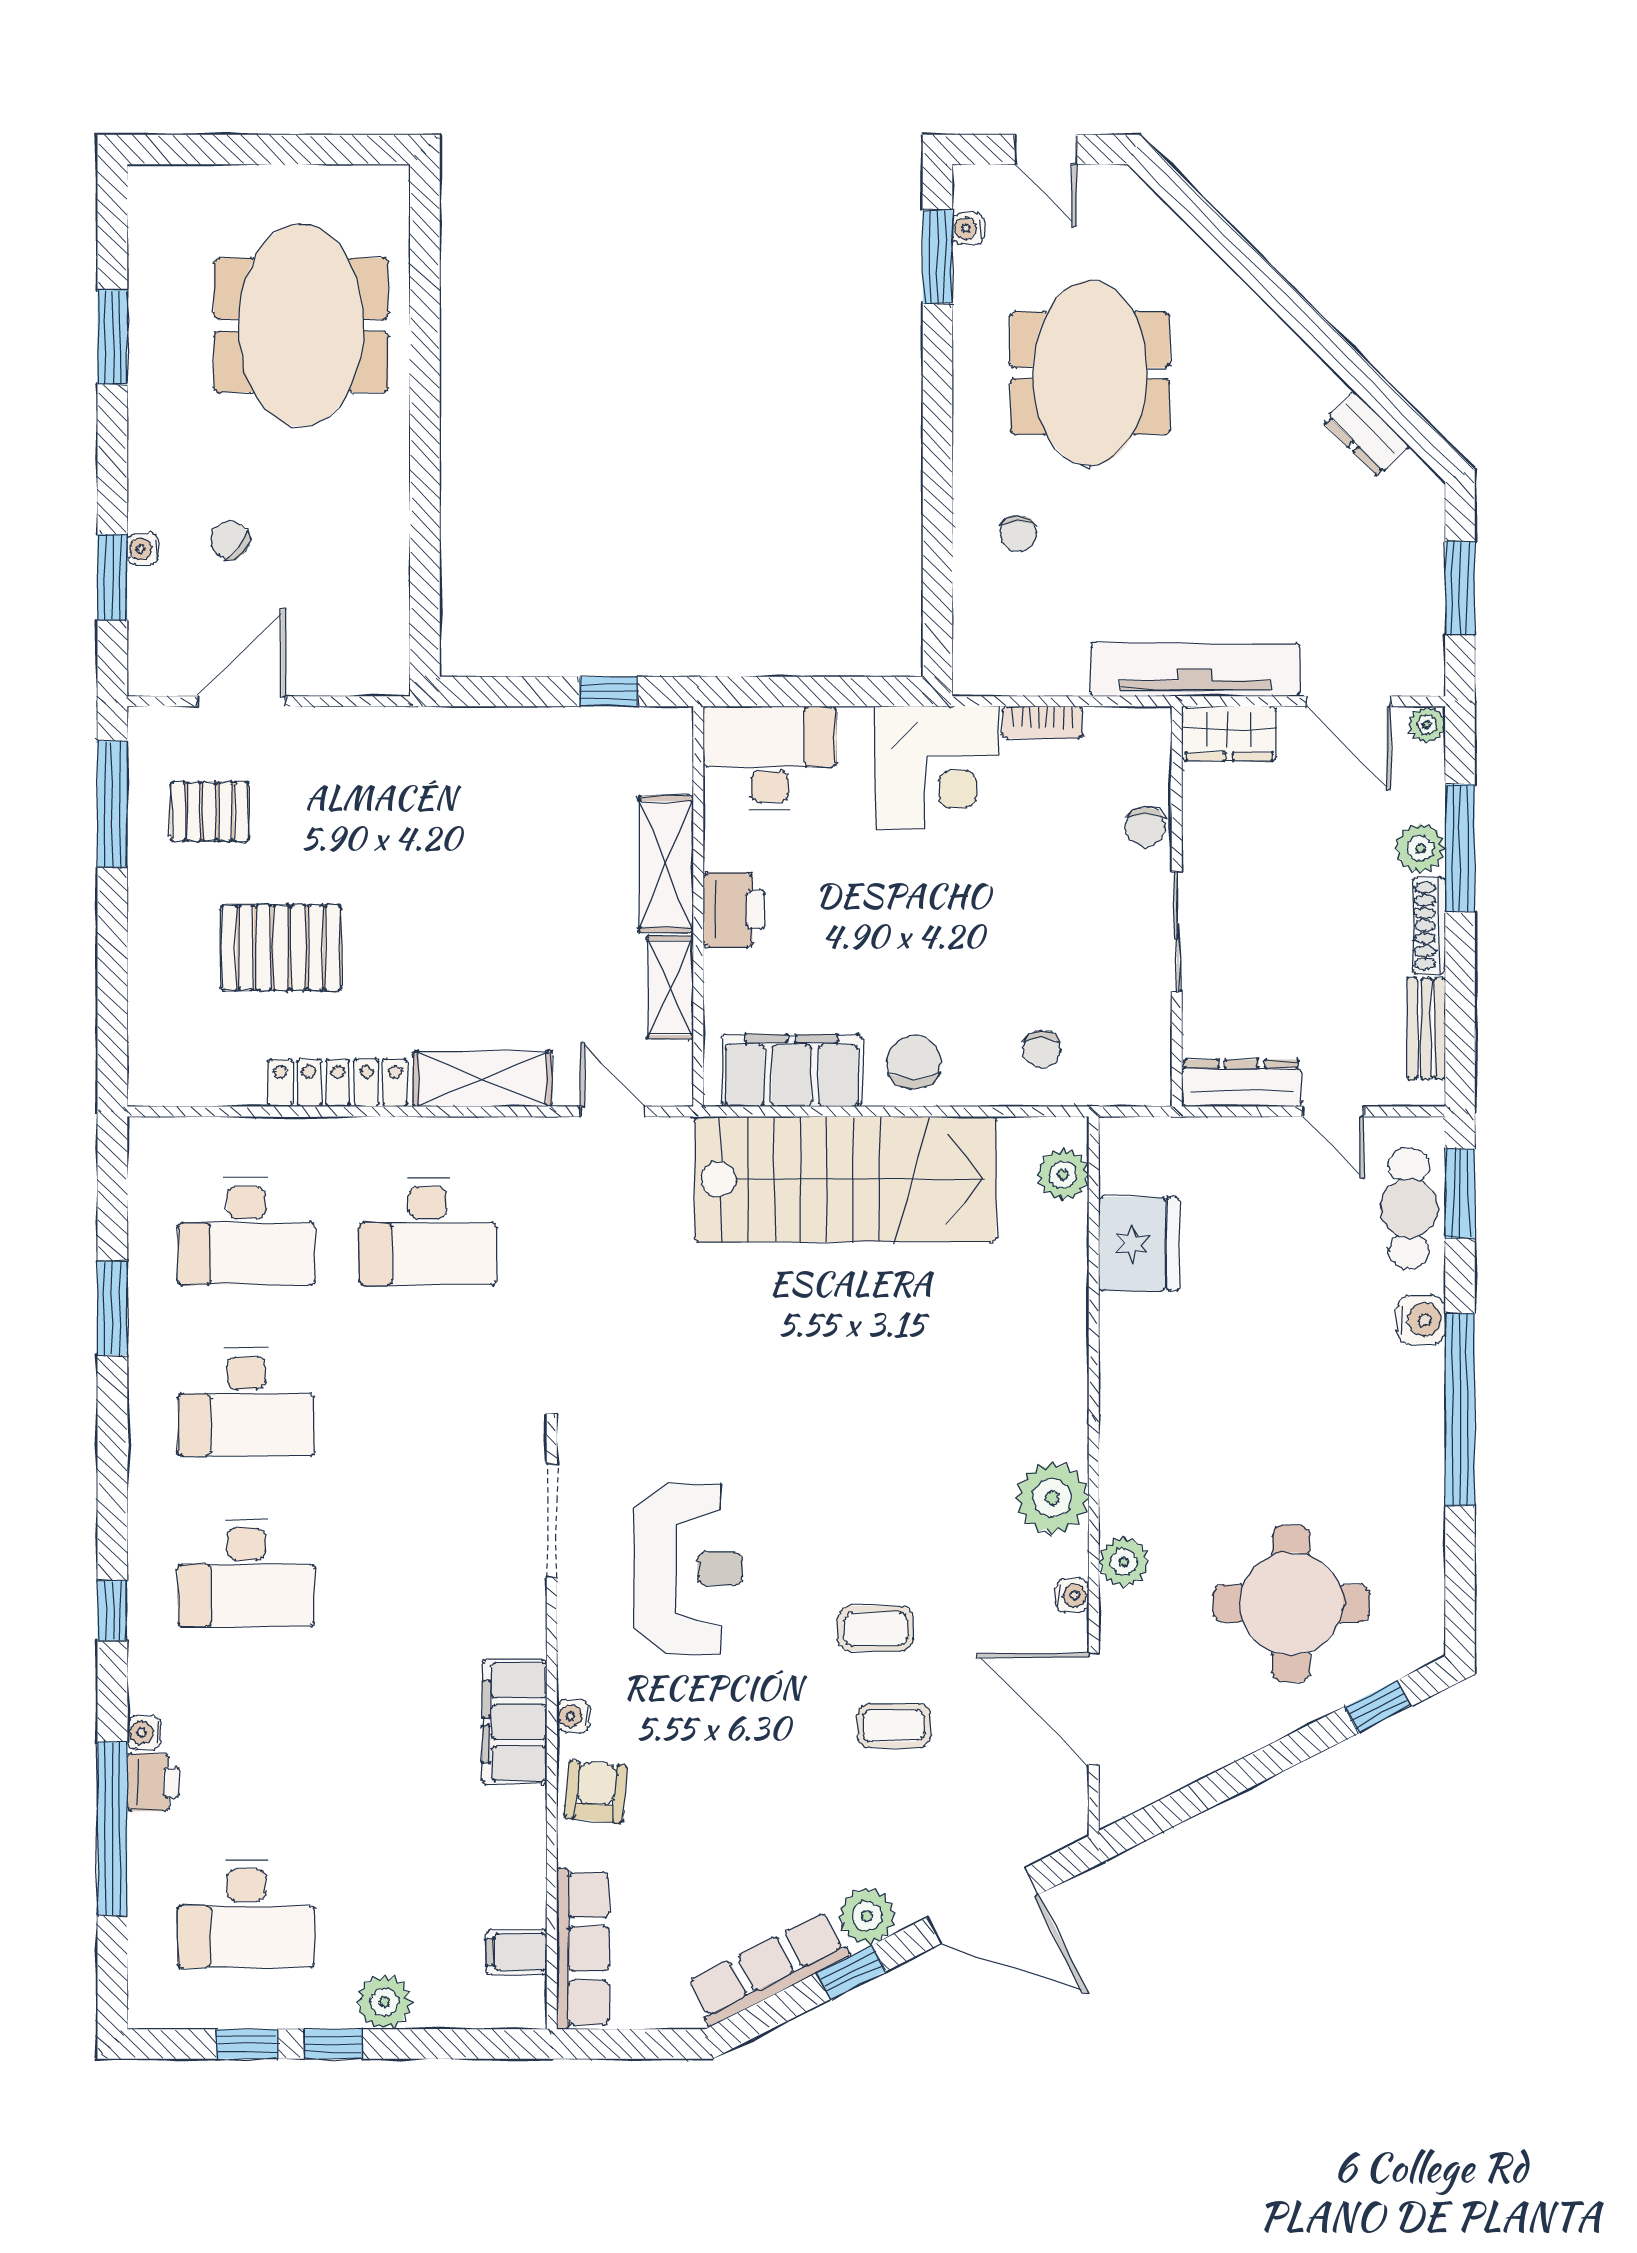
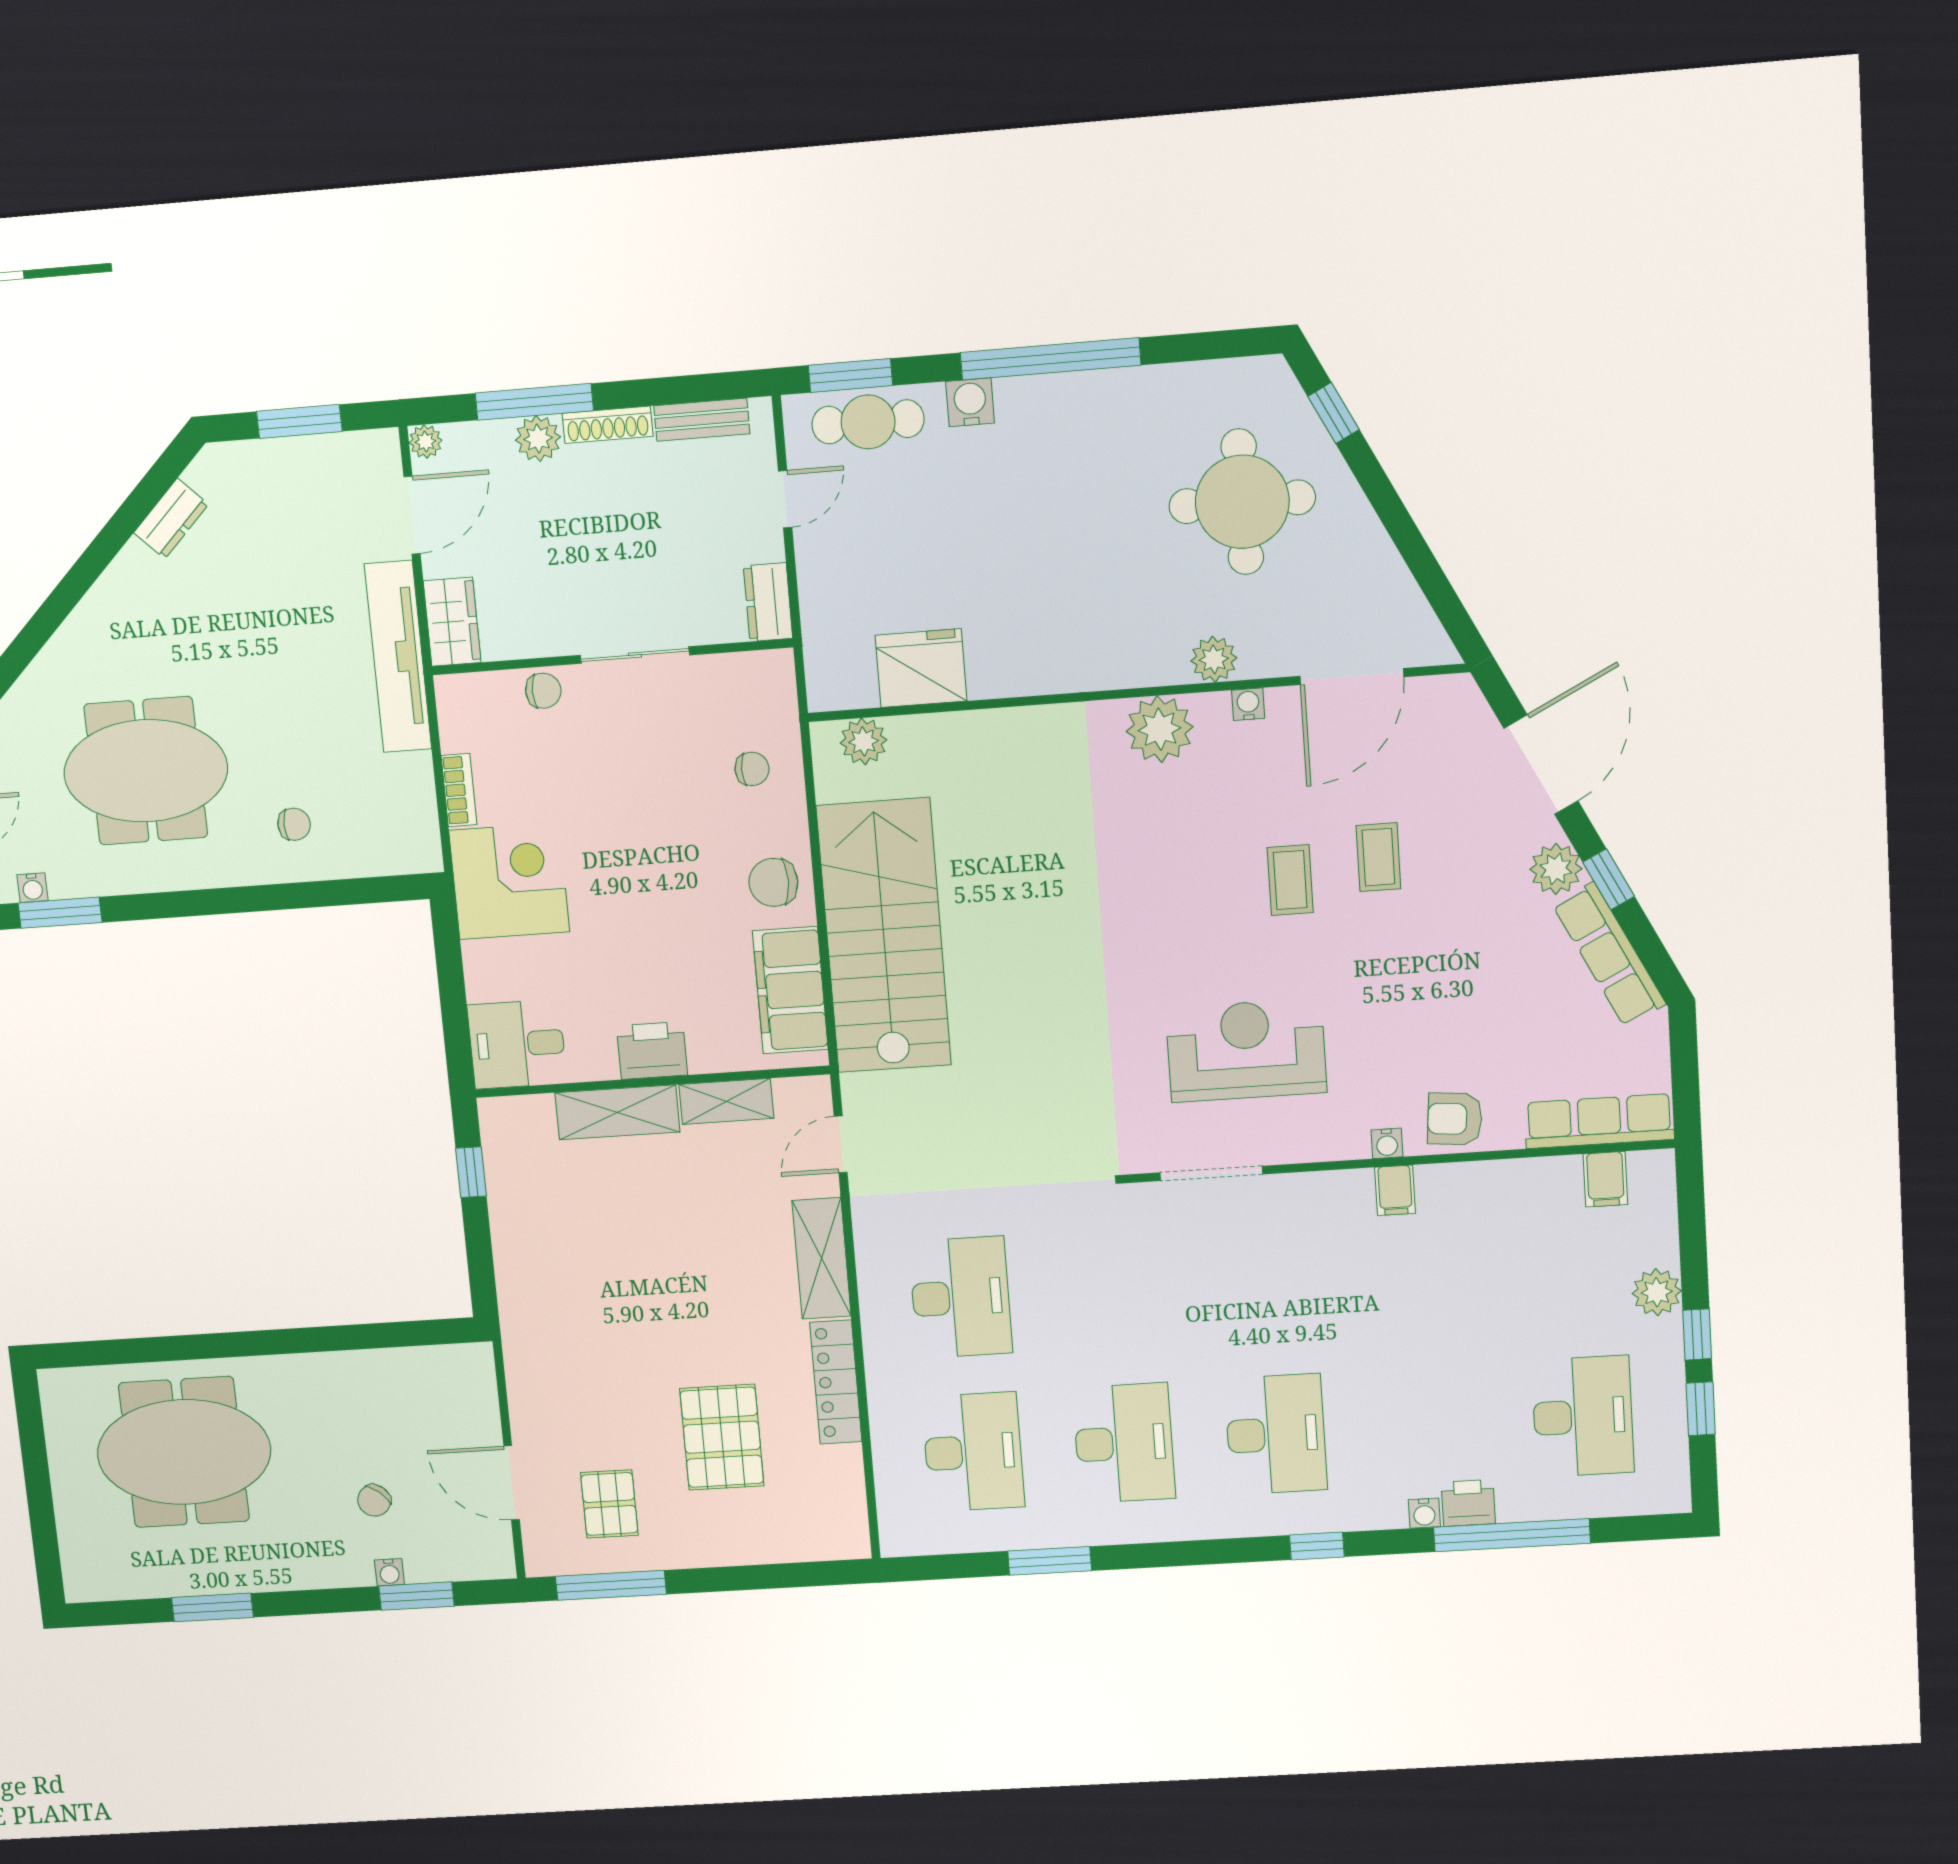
desk: (770, 758) -> (517, 1044), width x0.73
dresser: (1242, 1083) -> (768, 602), width x0.70
filing cabinet: (515, 1722) -> (1395, 1190), width x0.33, depth x0.86

